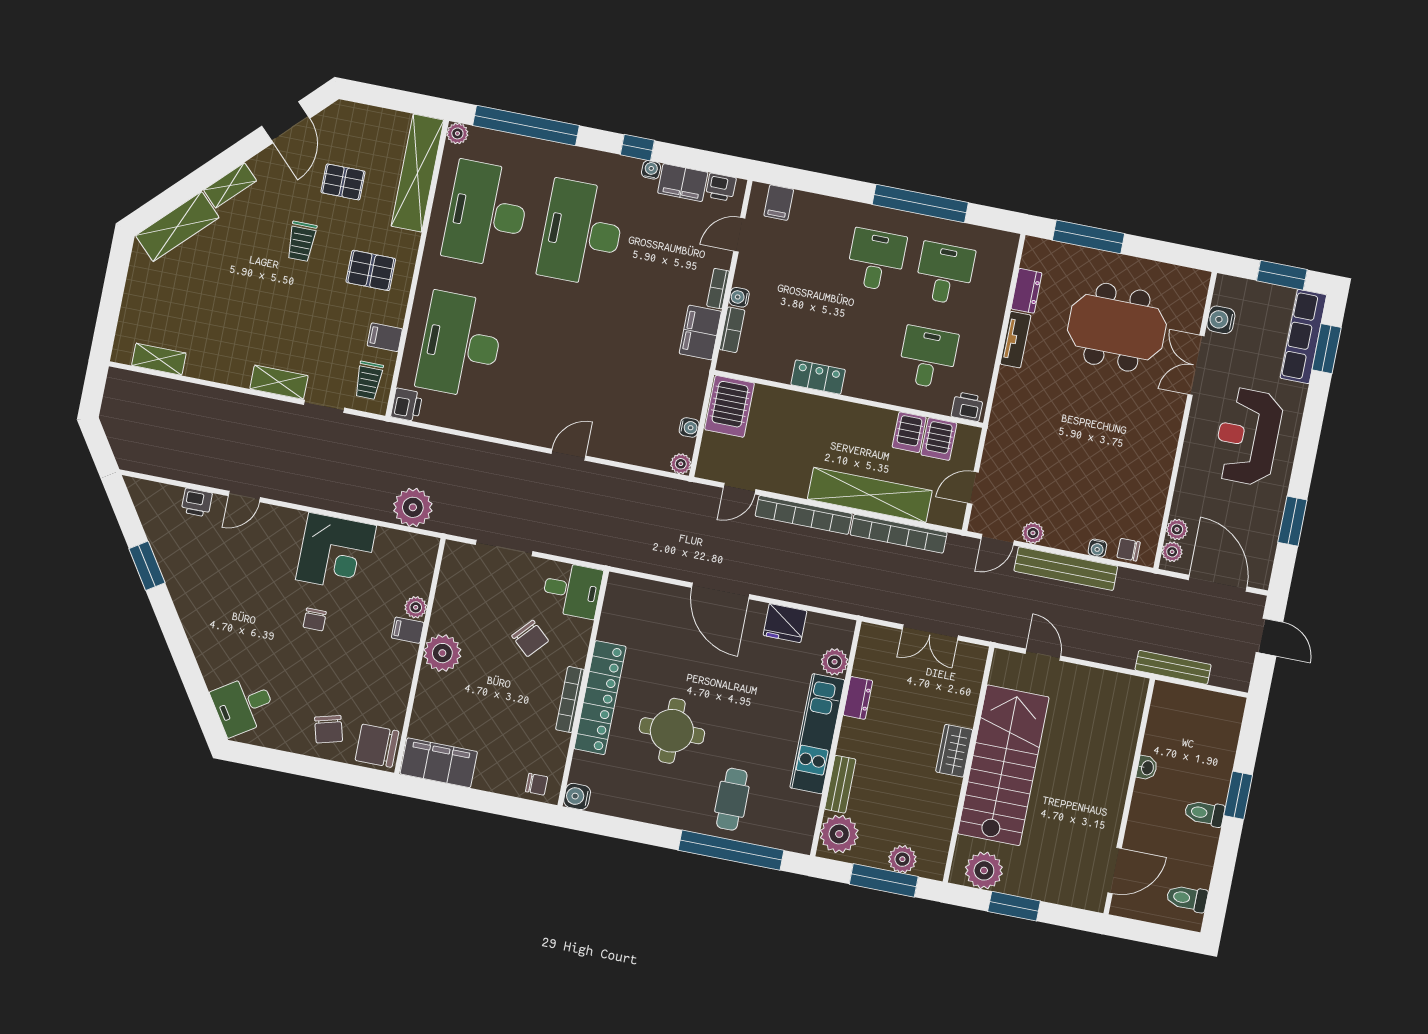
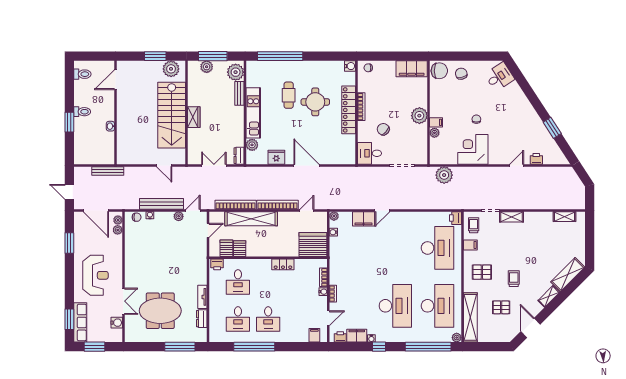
filing cabinet: (700, 333) -> (363, 219), moved, turned 90
server rack: (730, 406) -> (313, 245), width x1.60
dresser: (858, 698) -> (239, 156), moved
cafe table: (732, 799) -> (289, 95), moved

